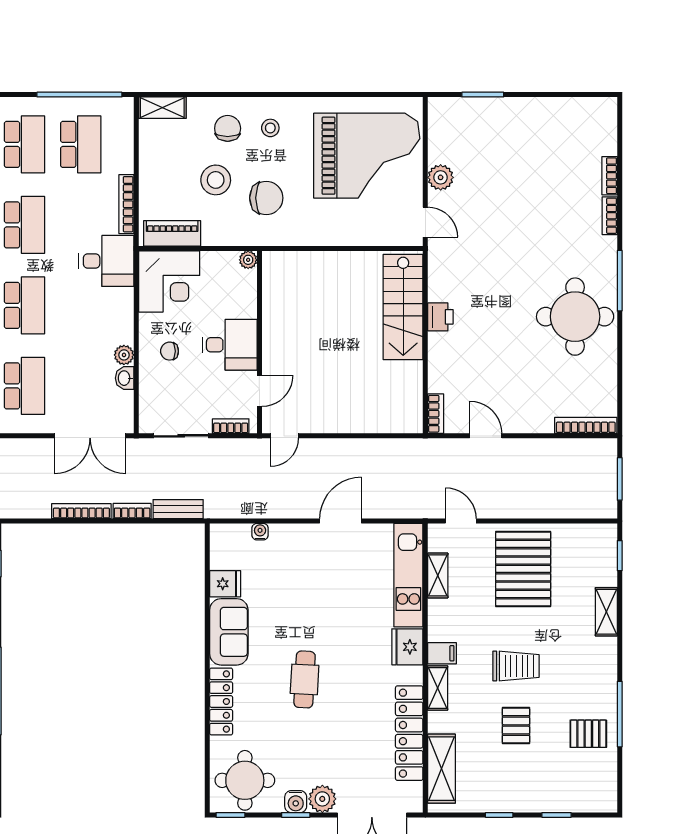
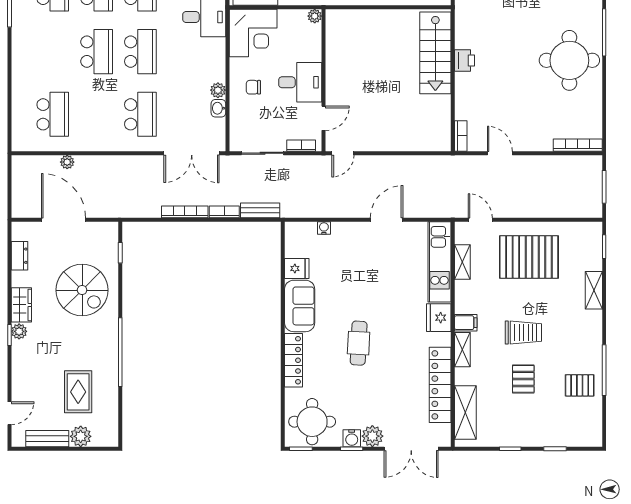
pallet: (523, 569) -> (529, 257), turned 90

